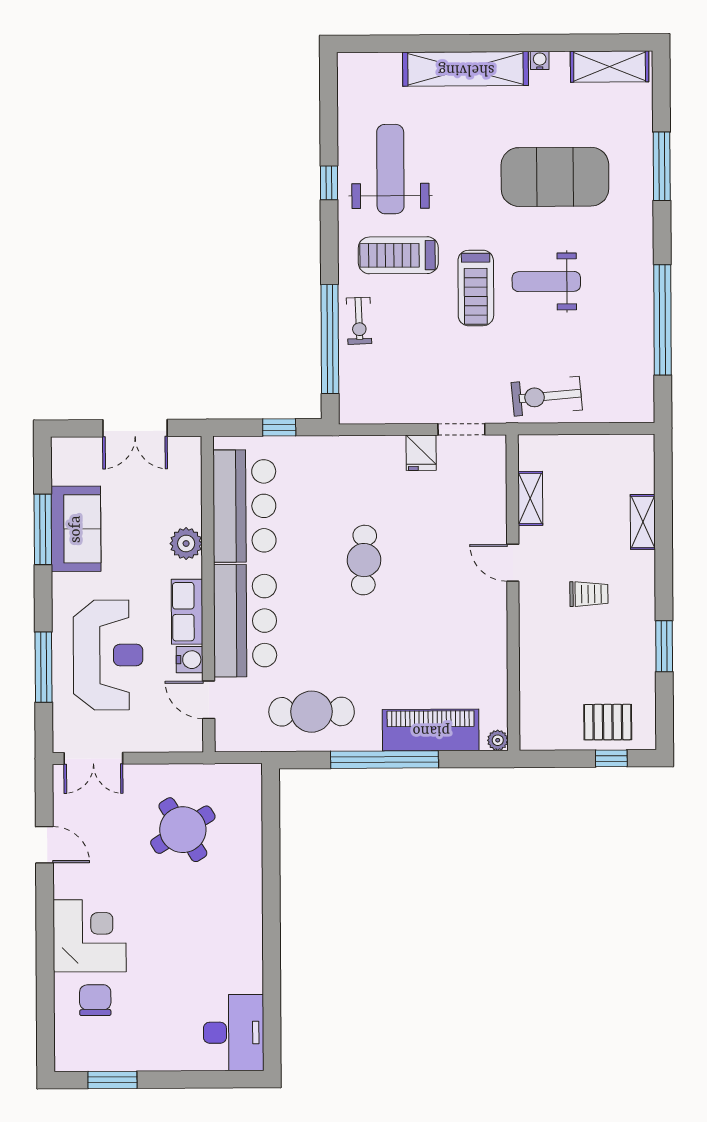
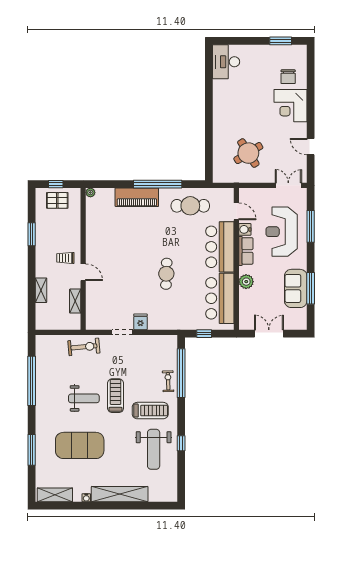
shelving: (530, 498) -> (75, 301), moved
door: (513, 563) -> (83, 272), moved
wall: (513, 593) -> (83, 259), moved
plant: (498, 740) -> (90, 192), moved

